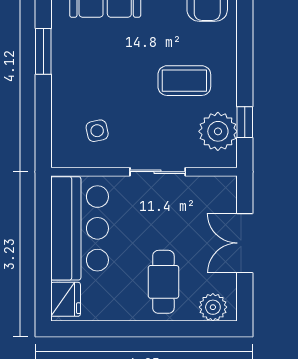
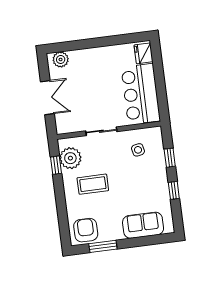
window: (43, 51) -> (174, 190), width x0.67
window: (43, 110) -> (170, 158), added
cafe table: (163, 282) -> (90, 70), removed

